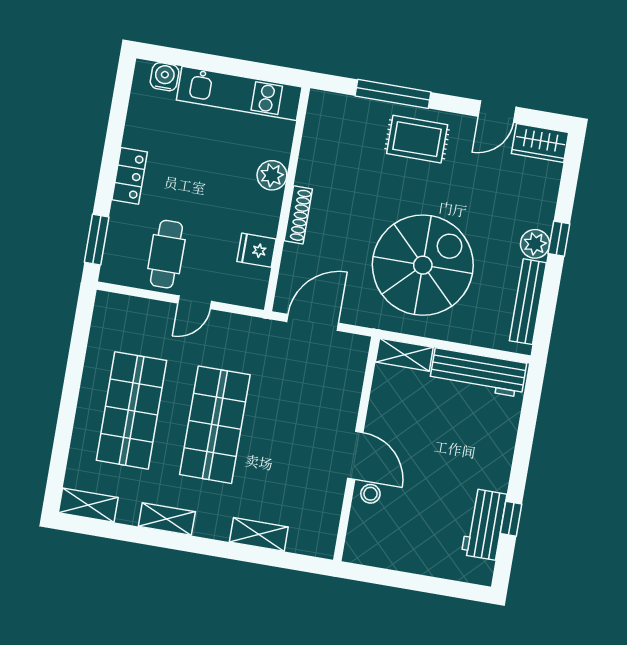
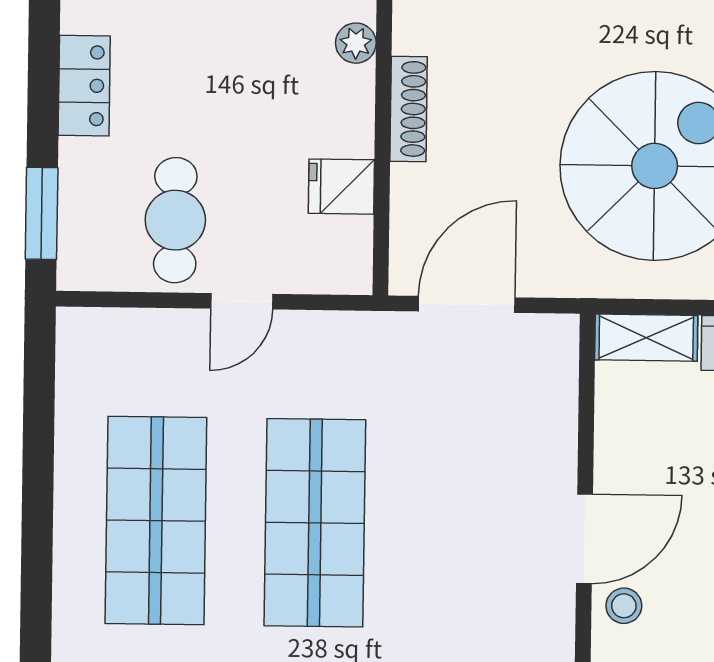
plant: (272, 175) -> (356, 43), width x0.73, depth x0.73
door: (355, 455) -> (584, 539), hinge flipped

